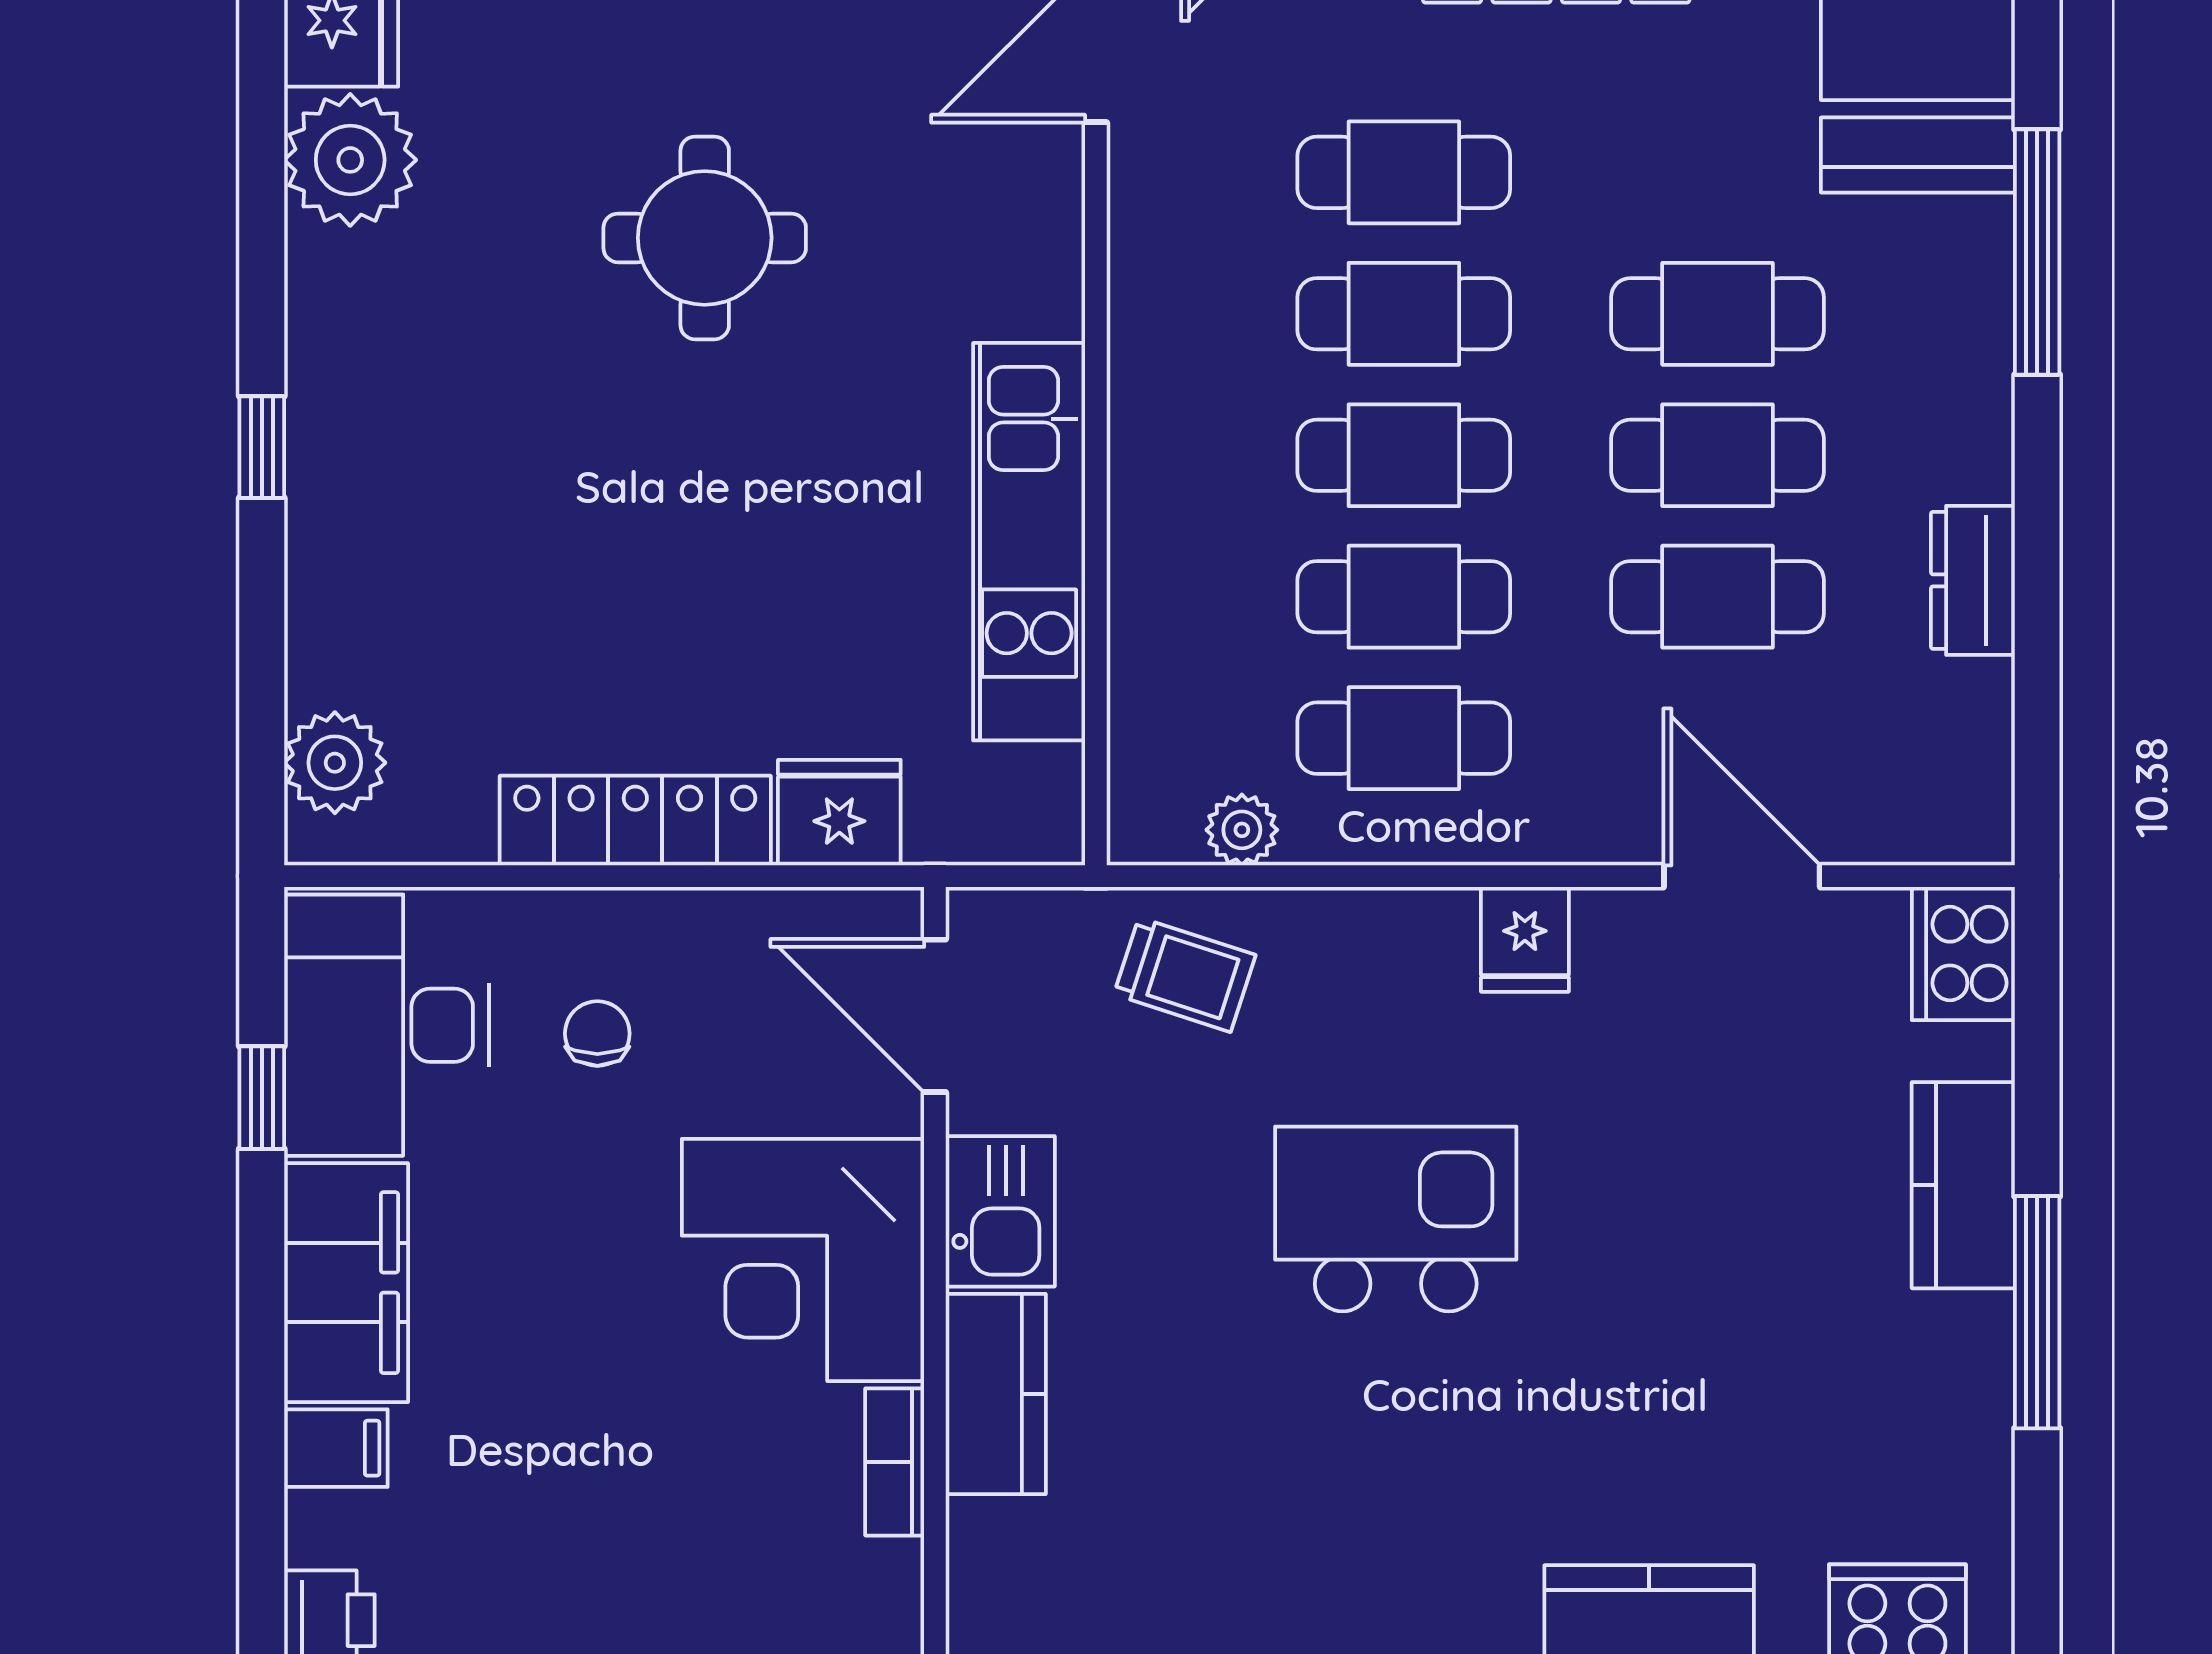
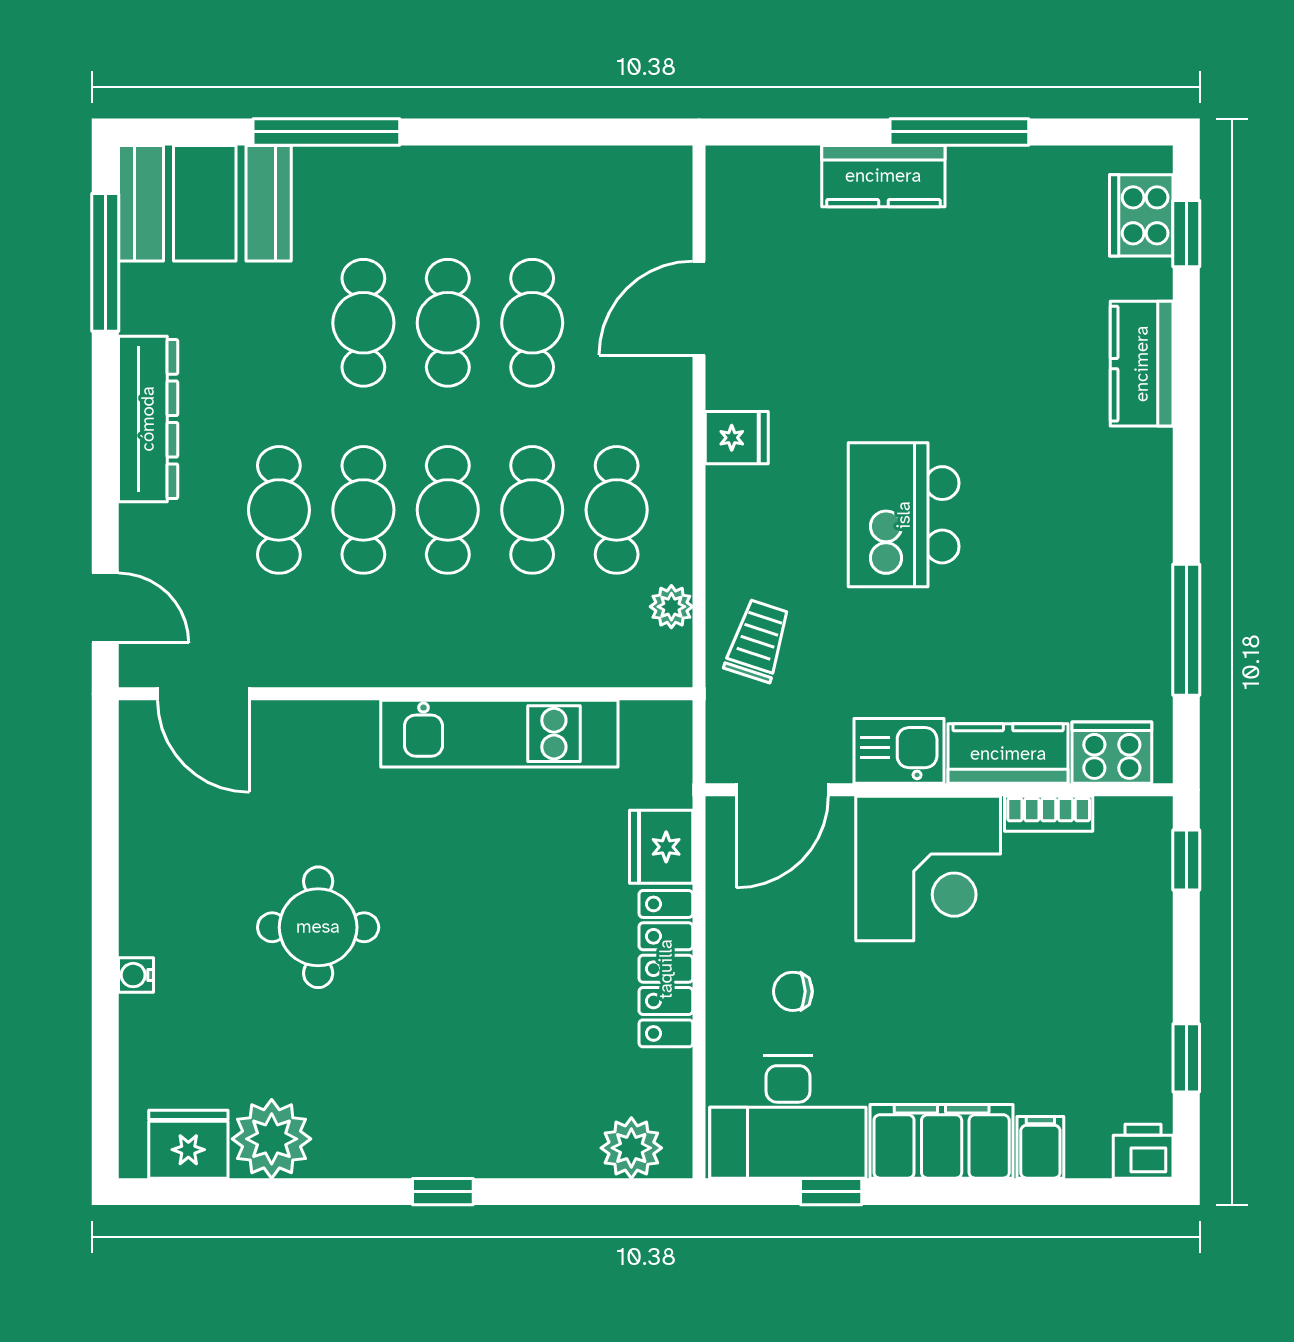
dresser: (1973, 580) -> (522, 170), removed
cooker: (1963, 954) -> (1112, 753), moved, turned 180

